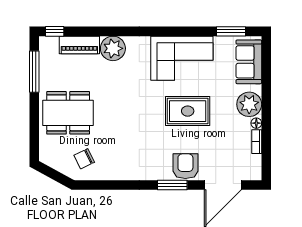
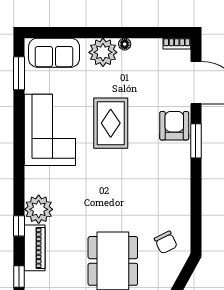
window: (98, 31) -> (19, 226), added
bookcase: (257, 142) -> (177, 44), moved
armchair: (185, 166) -> (174, 126), turned 90

